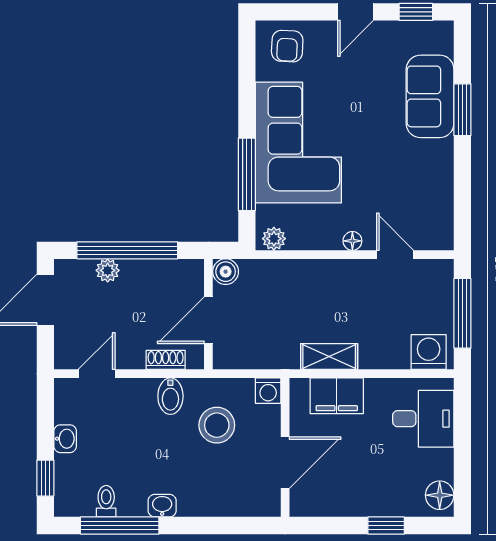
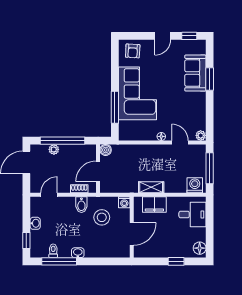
plant: (274, 239) -> (201, 135), moved

